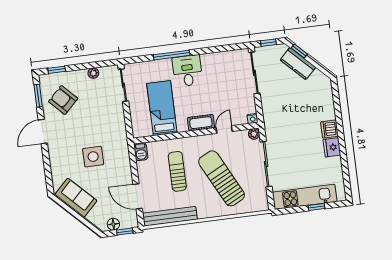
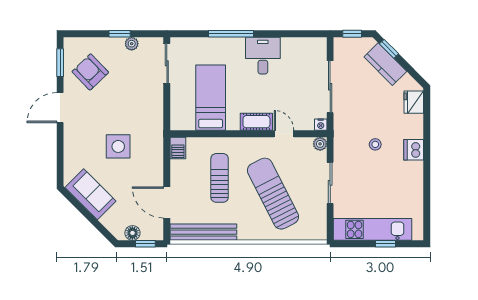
window: (57, 70) -> (120, 34), moved
desk: (187, 71) -> (263, 56), moved
sliding door: (254, 73) -> (330, 87), moved
door: (224, 129) -> (284, 134), hinge flipped
stool: (298, 129) -> (375, 144), added
fridge: (332, 147) -> (414, 102), moved
sliding door: (266, 164) -> (330, 183), width x0.73

